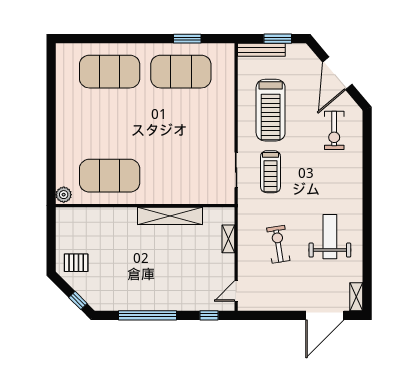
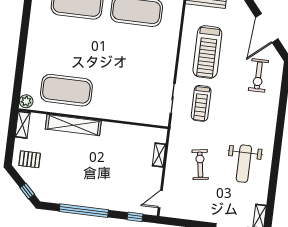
shelving: (170, 216) -> (73, 125), moved
shelving: (63, 223) -> (23, 125), added
weight bench: (330, 237) -> (244, 164), turned 180

